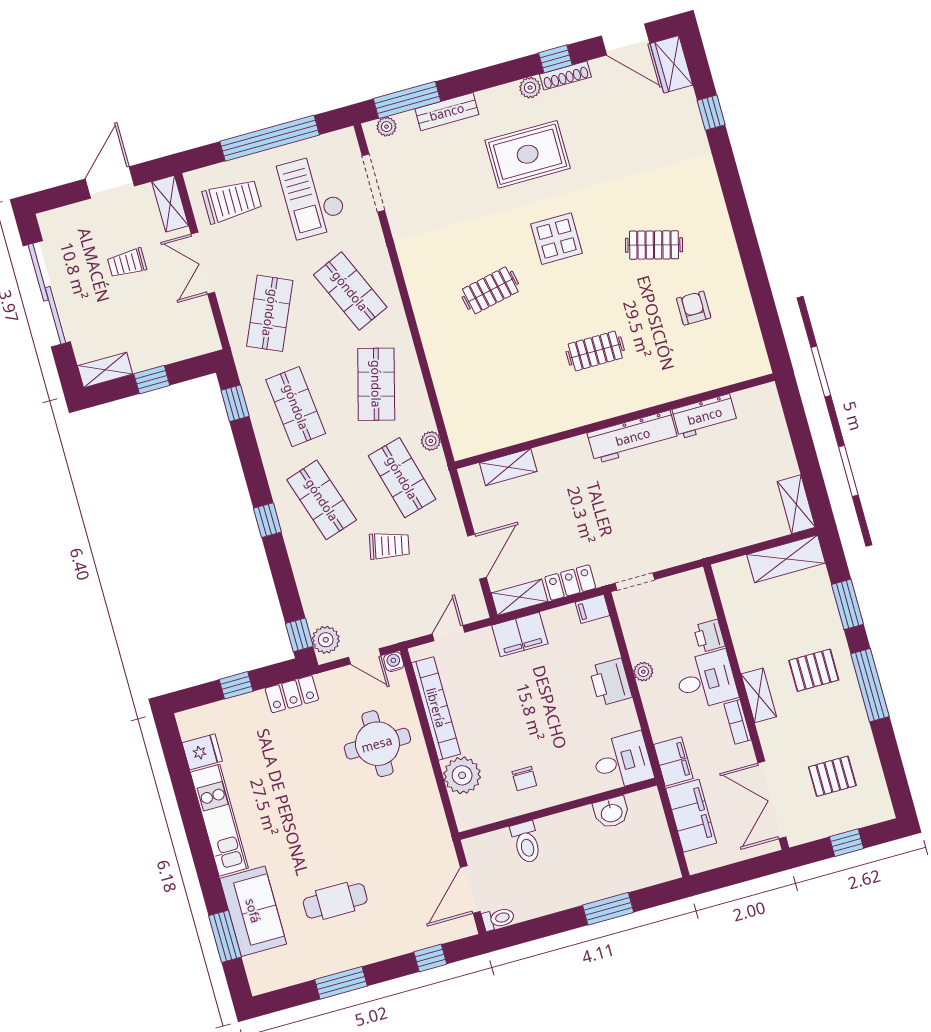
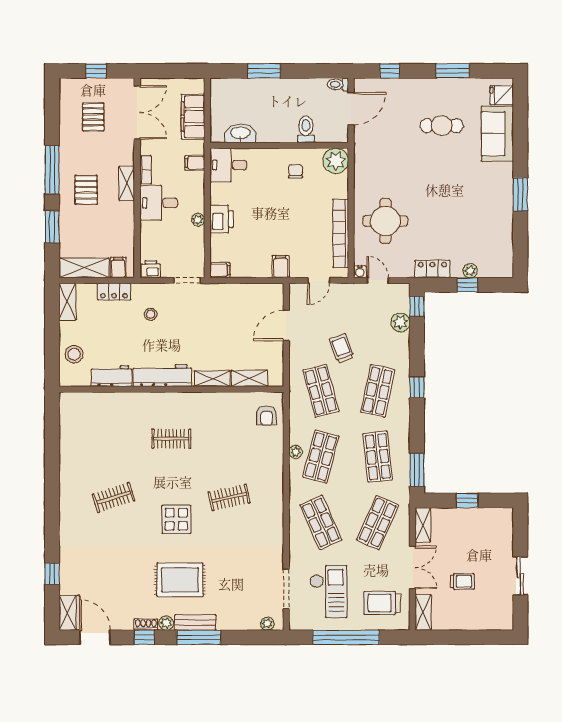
shoe rack: (565, 76) -> (146, 625), width x0.70
window: (407, 100) -> (199, 637), moved
bench: (447, 112) -> (195, 622), moved
door: (110, 182) -> (459, 637), removed
clothes rail: (654, 245) -> (114, 497), turned -33
sliding door: (47, 294) -> (520, 576), width x0.54
armchair: (694, 308) -> (267, 416), moved
shelving: (105, 370) -> (423, 525), moved, turned 90
window: (235, 403) -> (417, 470), width x1.50
stool: (766, 432) -> (74, 354), added
plant: (431, 441) -> (295, 452), moved
shop shelf: (322, 500) -> (378, 391), turned 30
stool: (674, 519) -> (151, 314), added
trolley: (389, 546) -> (342, 349), turned 58
filing cabinet: (738, 573) -> (118, 267), added
locker: (570, 583) -> (114, 291), moved
shelving: (519, 597) -> (212, 379), moved
filing cabinet: (520, 635) -> (281, 267), width x0.50
printer: (709, 636) -> (151, 269), moved, turned -90
plant: (326, 640) -> (400, 322), moved
pallet: (814, 670) -> (86, 190), turned 90
plant: (238, 706) -> (470, 271), added
fridge: (202, 752) -> (502, 95), moved
filing cabinet: (673, 762) -> (195, 163), width x0.50
plant: (462, 775) -> (336, 161), moved
pallet: (832, 776) -> (93, 117), turned 90
washbasin: (611, 812) -> (240, 133), width x1.38
kitchen unit: (219, 820) -> (503, 200), removed
window: (225, 936) -> (520, 195), moved

